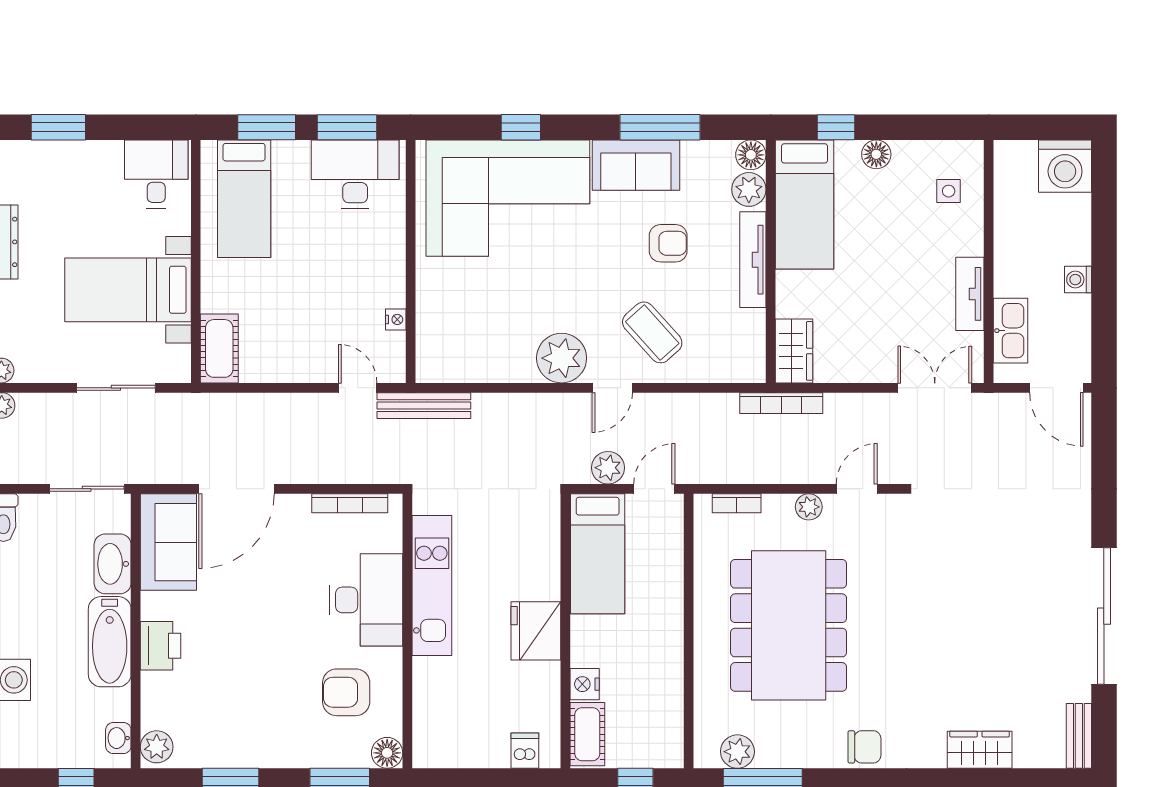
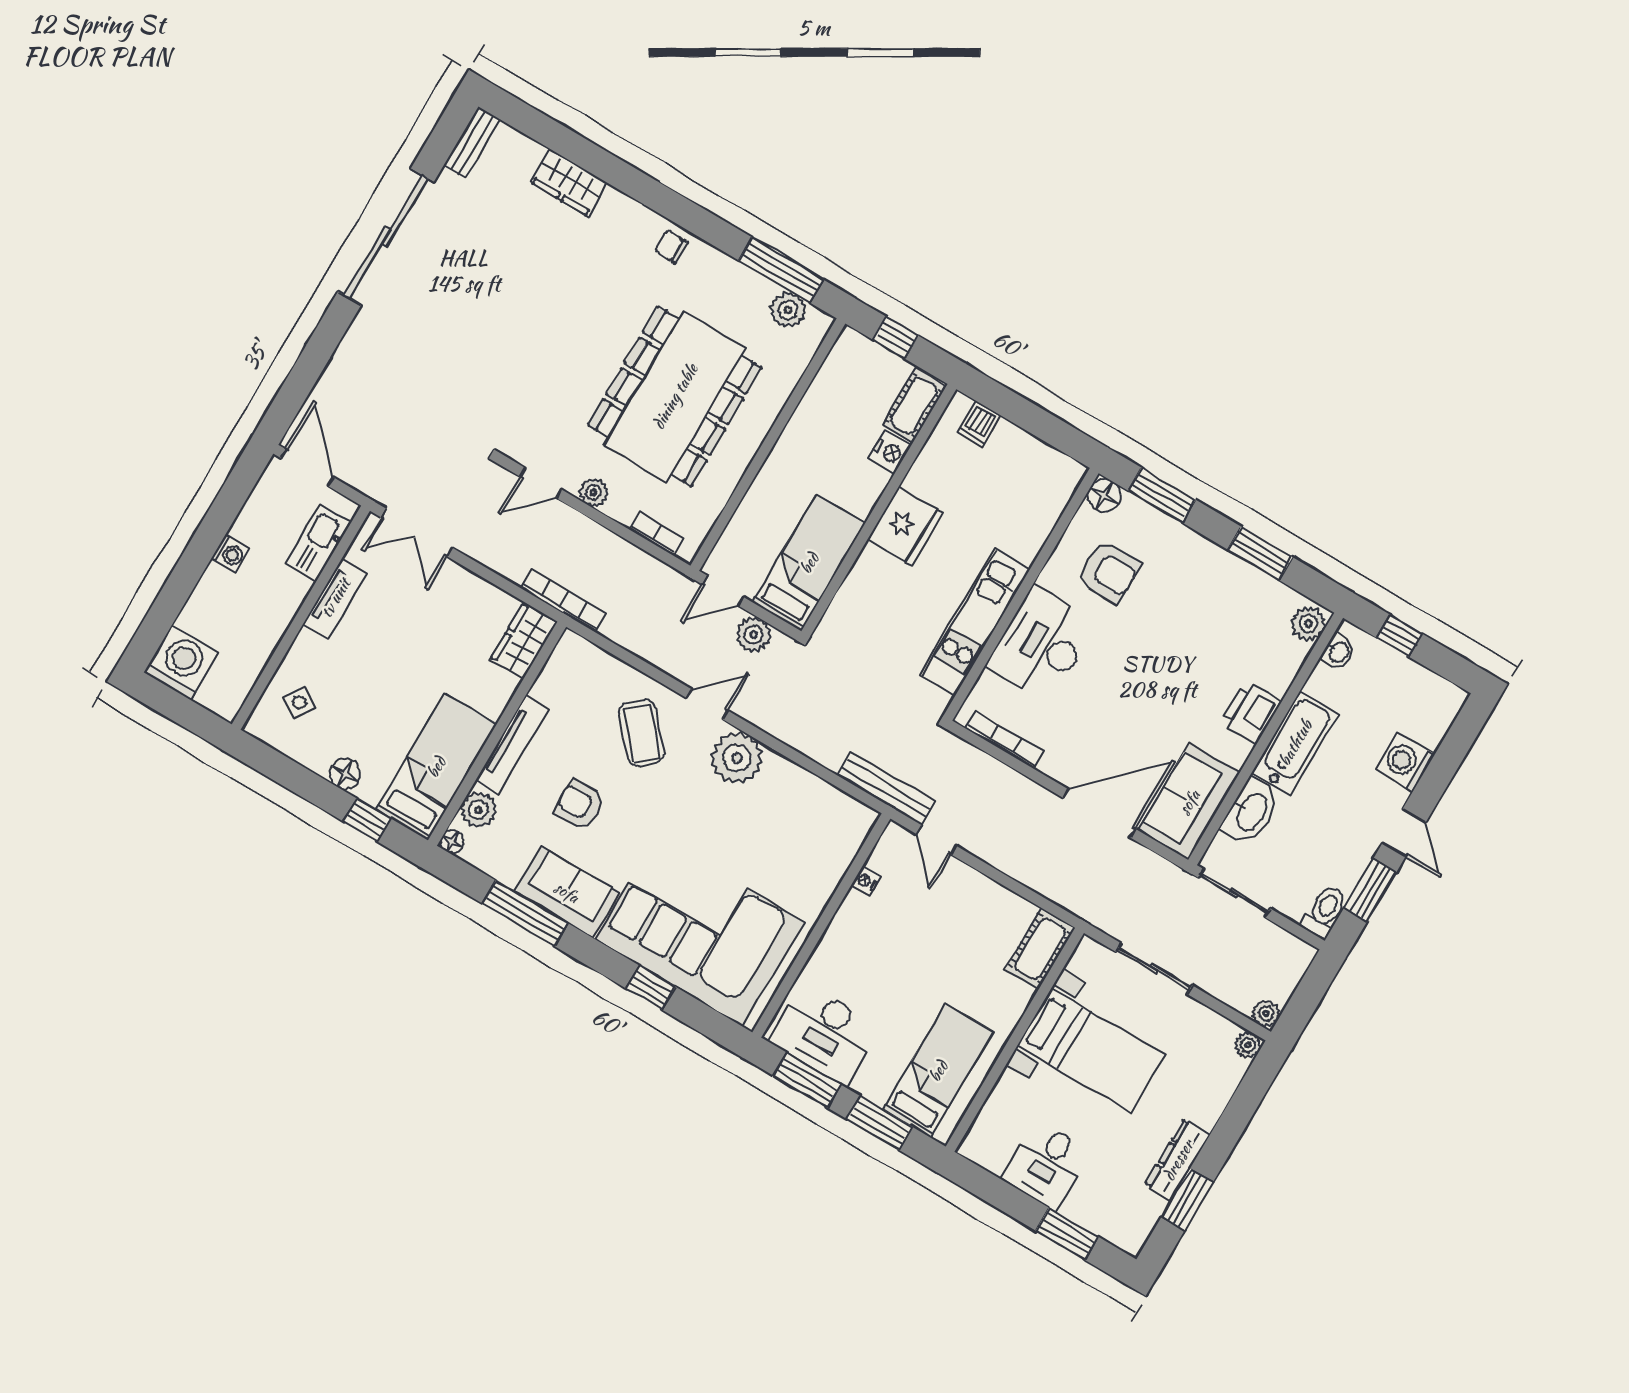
floor lamp: (751, 155) -> (452, 842), width x0.73, depth x0.73
desk: (156, 174) -> (1047, 1165), moved
side table: (949, 191) -> (299, 702), turned 34
chair: (864, 747) -> (671, 247), width x0.73, depth x0.73

